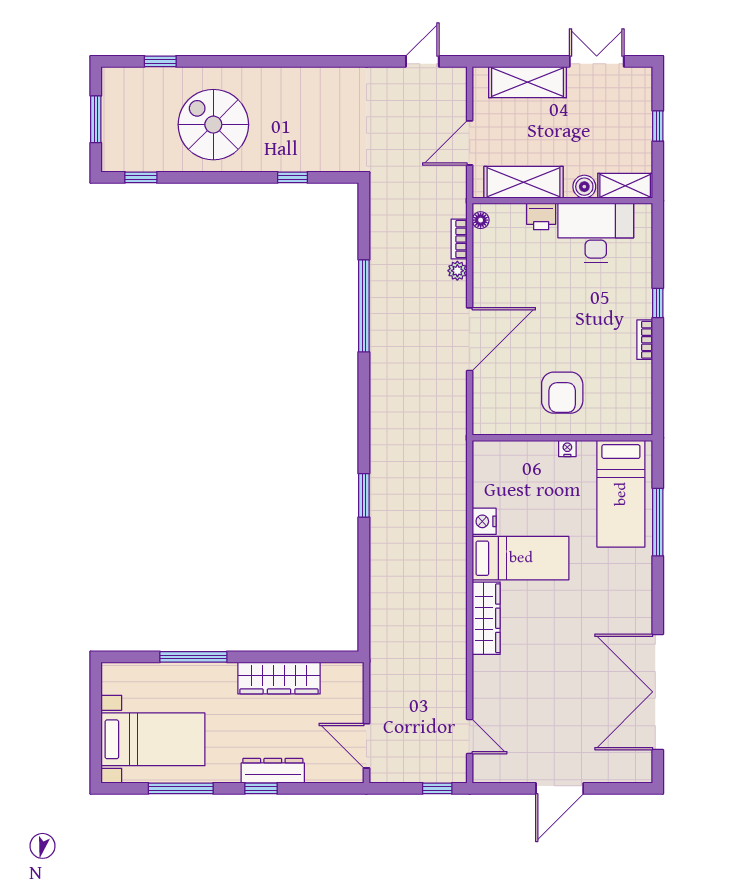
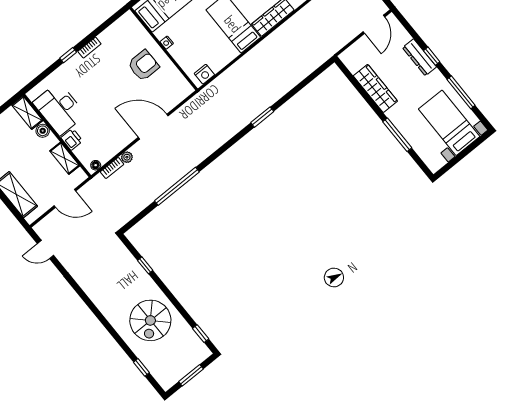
shelving: (524, 182) -> (65, 158), width x0.67, depth x0.75
nightstand: (484, 521) -> (204, 74), moved

